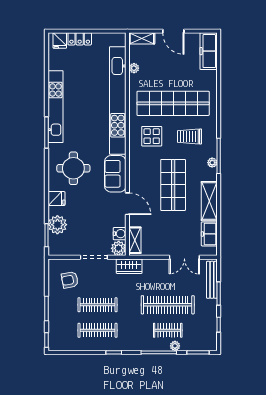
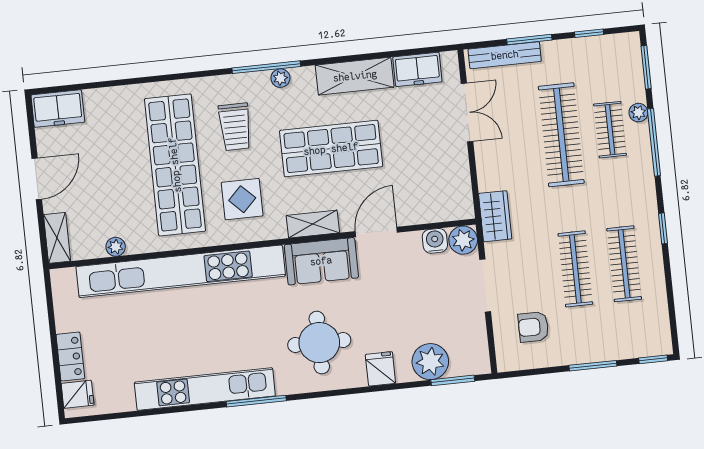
freezer: (209, 51) -> (58, 109), width x0.71
shelving: (135, 240) -> (313, 224), moved
armchair: (70, 280) -> (533, 327), turned 101

